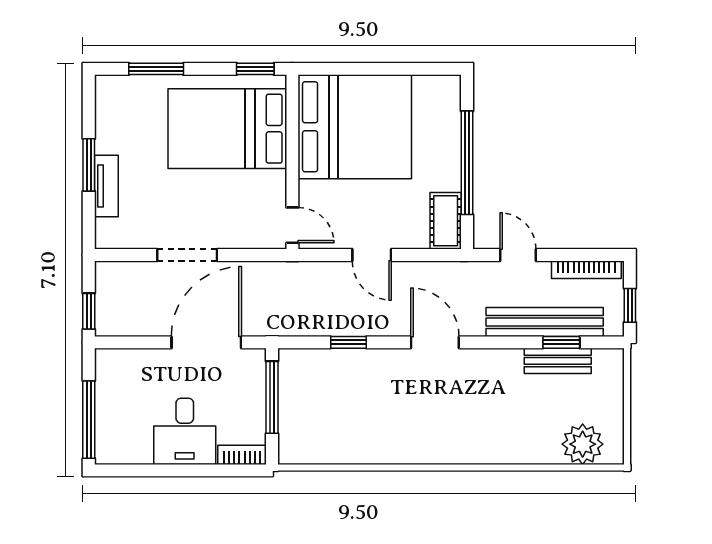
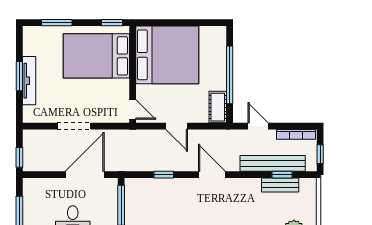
tv unit: (106, 186) -> (29, 81), width x1.41

